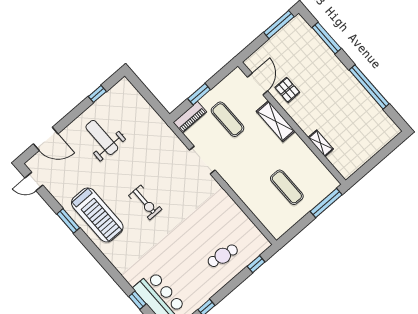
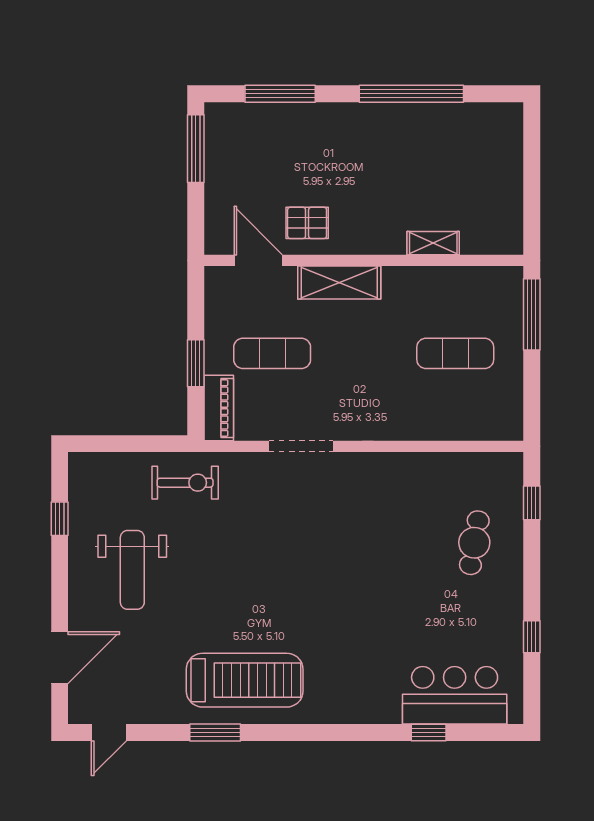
weight bench: (102, 137) -> (132, 570), turned -90
exercise bike: (145, 202) -> (185, 483), moved

